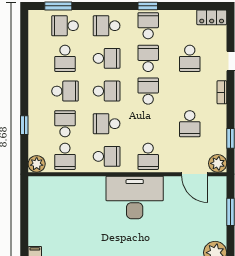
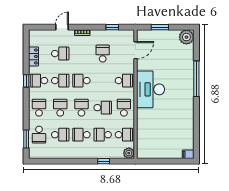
locker: (212, 17) -> (33, 56), moved
school desk: (107, 26) -> (39, 108), turned 180
school desk: (148, 58) -> (60, 81), turned 180
school desk: (65, 91) -> (81, 135), turned -90
school desk: (107, 124) -> (103, 108), turned -90
school desk: (190, 124) -> (103, 54), turned -90
plant: (218, 163) -> (128, 35), removed

